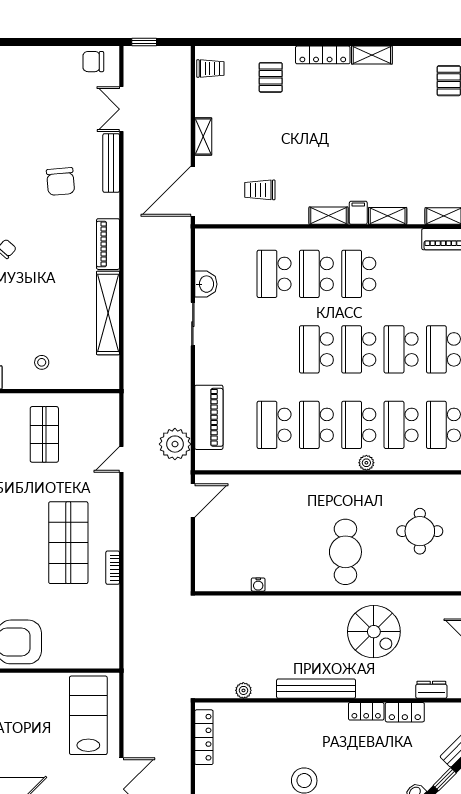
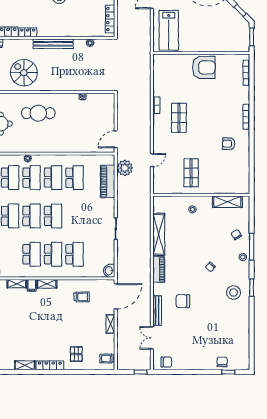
double door: (121, 109) -> (152, 338), swing flipped
chair: (61, 181) -> (183, 301), turned -85
washbasin: (206, 284) -> (109, 271), moved
shop shelf: (68, 543) -> (179, 118), width x0.70, depth x0.74
cafe table: (345, 552) -> (38, 113), turned 90

